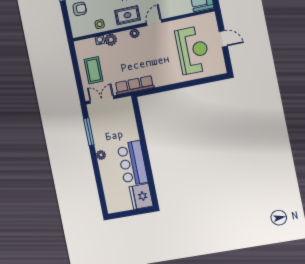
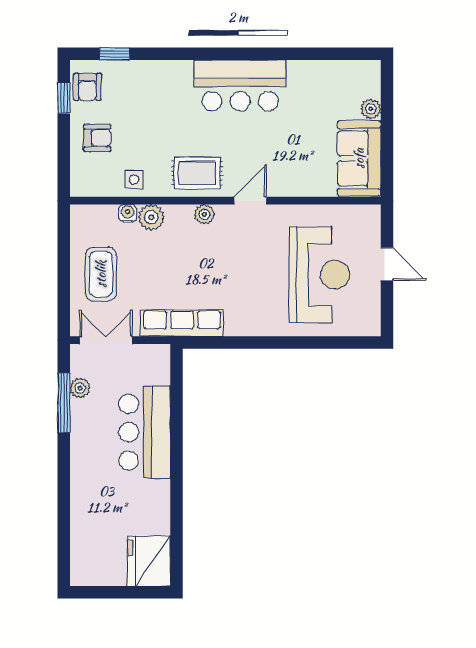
plant: (101, 155) -> (80, 388), moved
bar counter: (132, 163) -> (145, 432), moved

